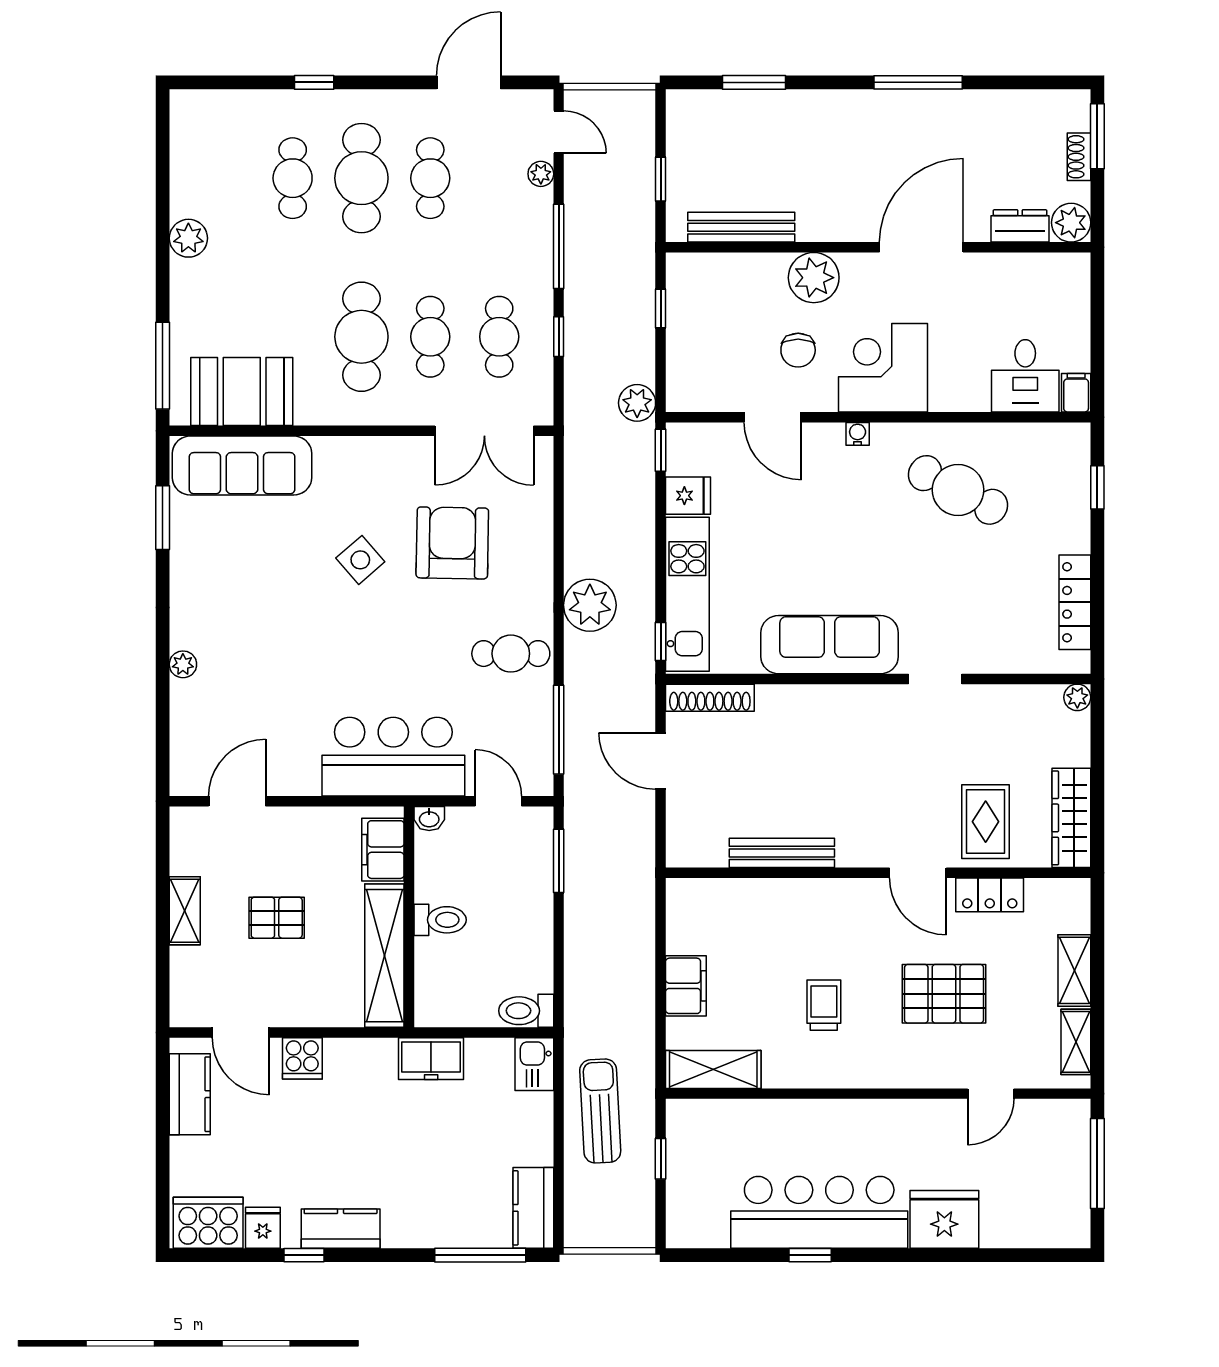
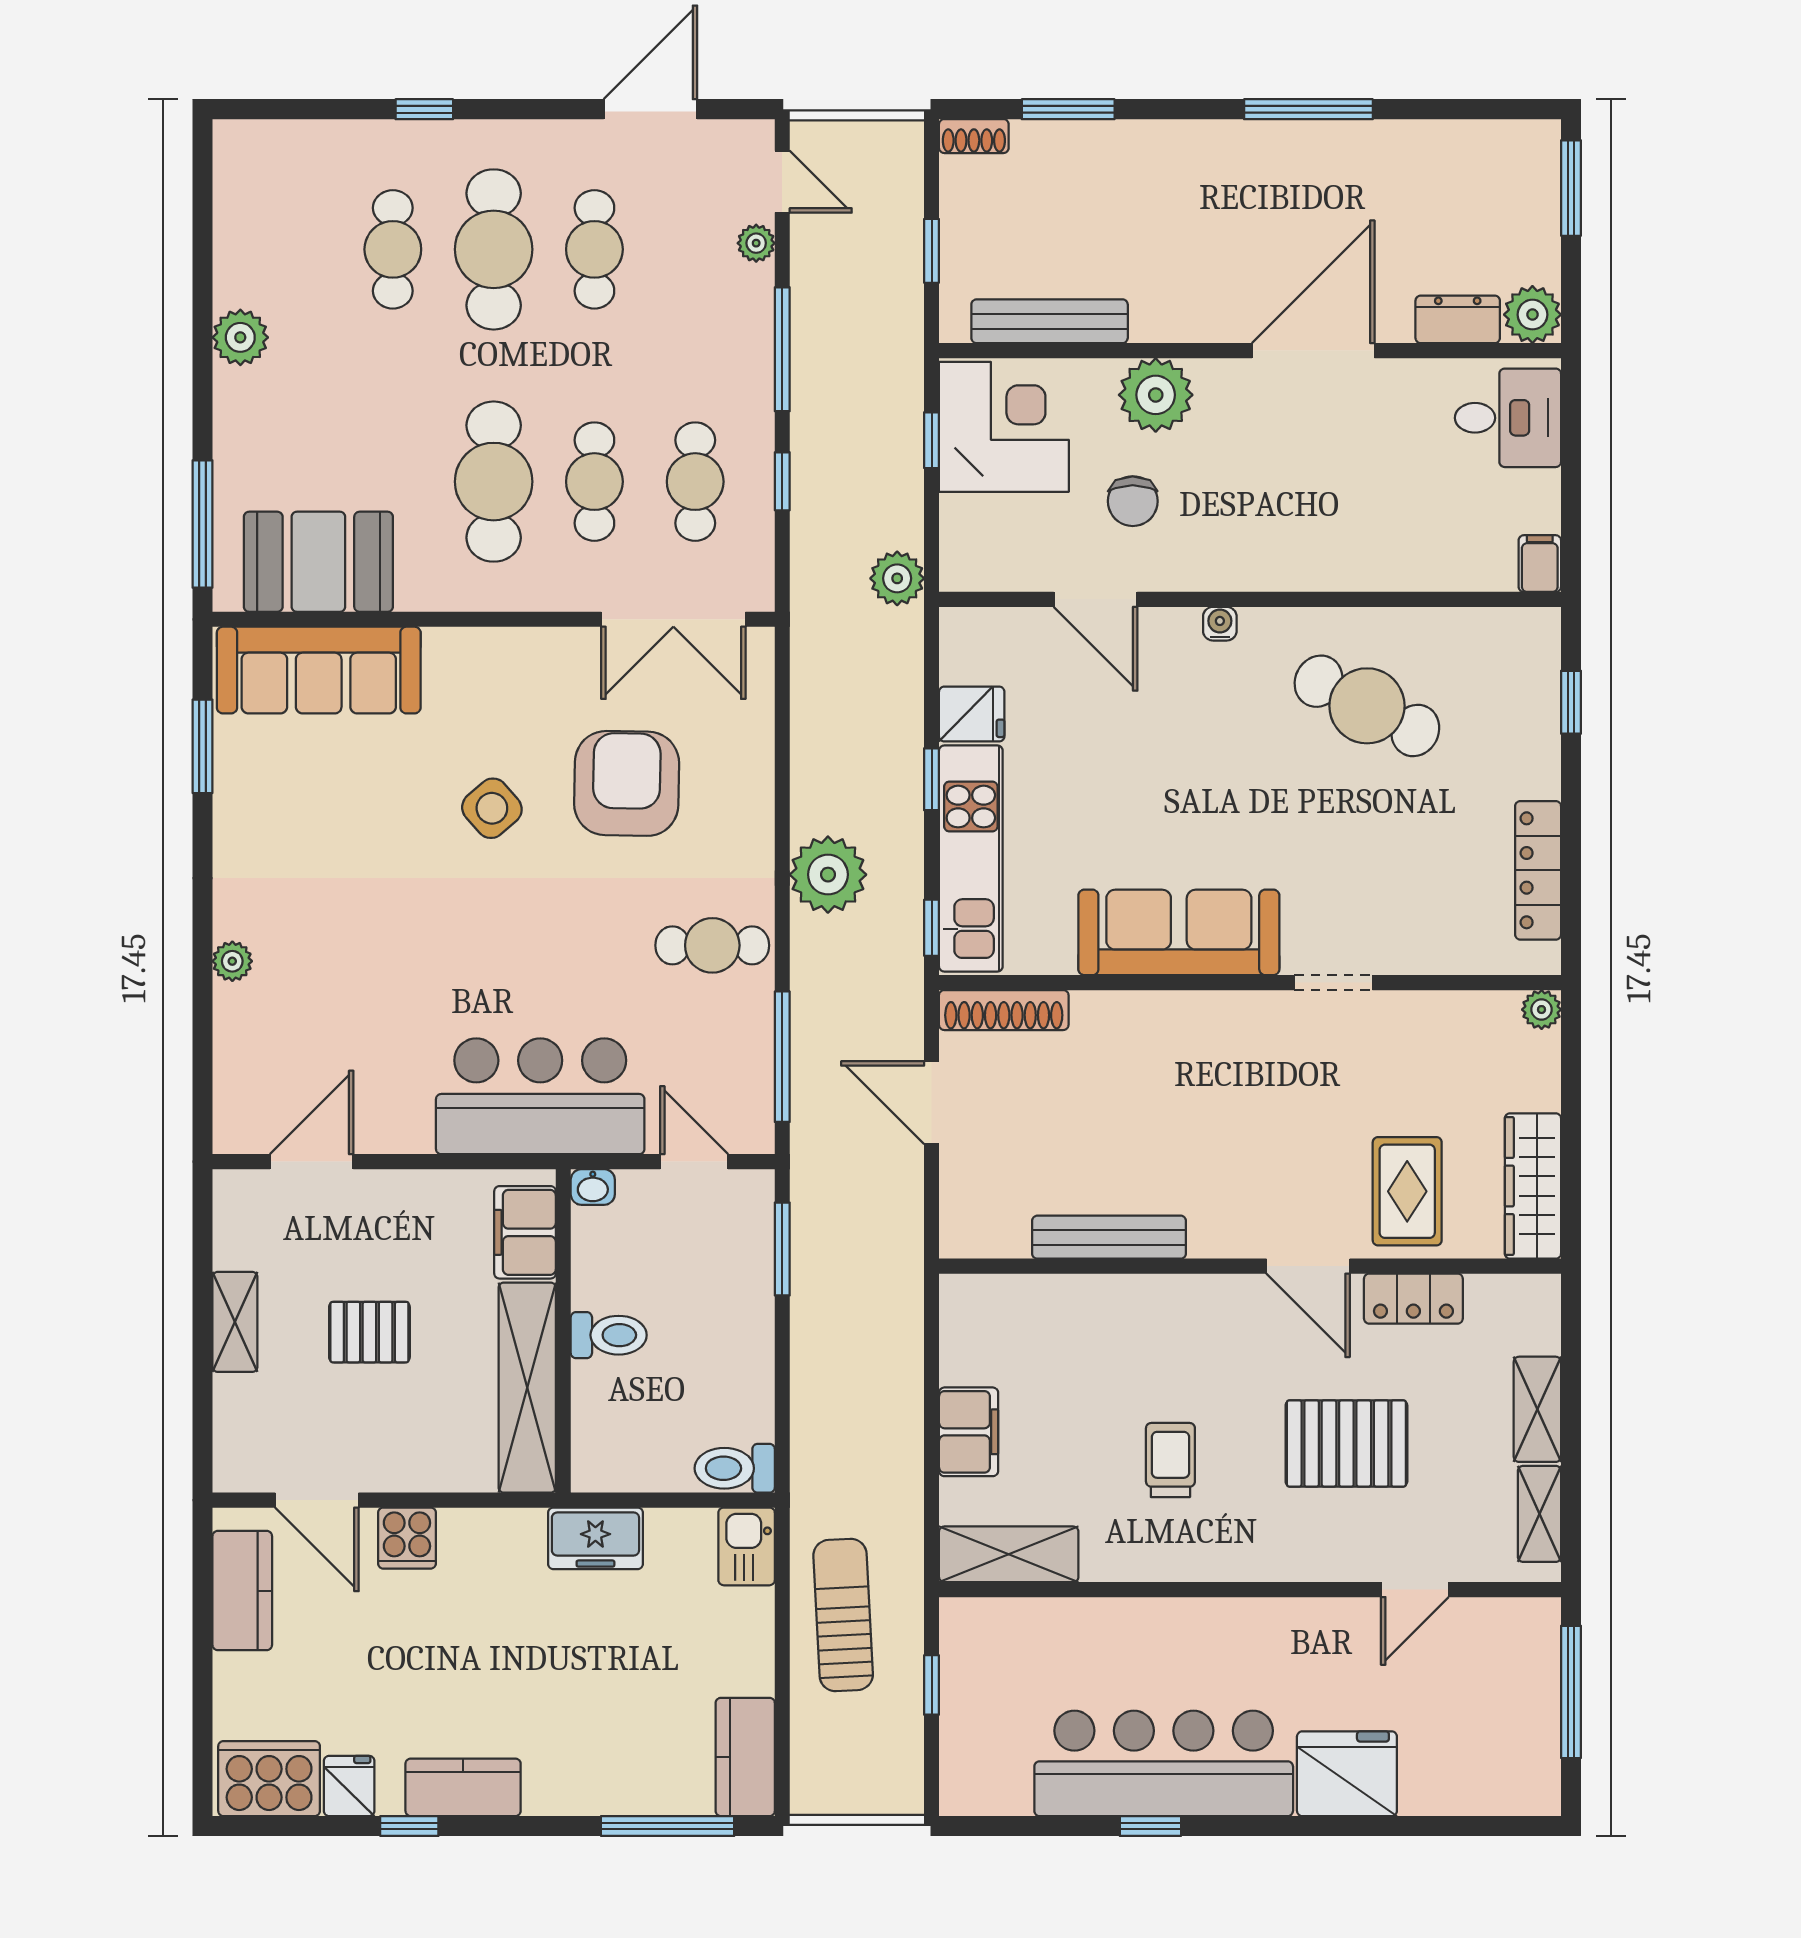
shoe rack: (1079, 157) -> (974, 136), moved, turned -90
corner desk: (883, 368) -> (1004, 427), moved, turned 90
desk: (1025, 376) -> (1508, 418), moved, turned -90
window: (661, 450) -> (932, 779), moved

